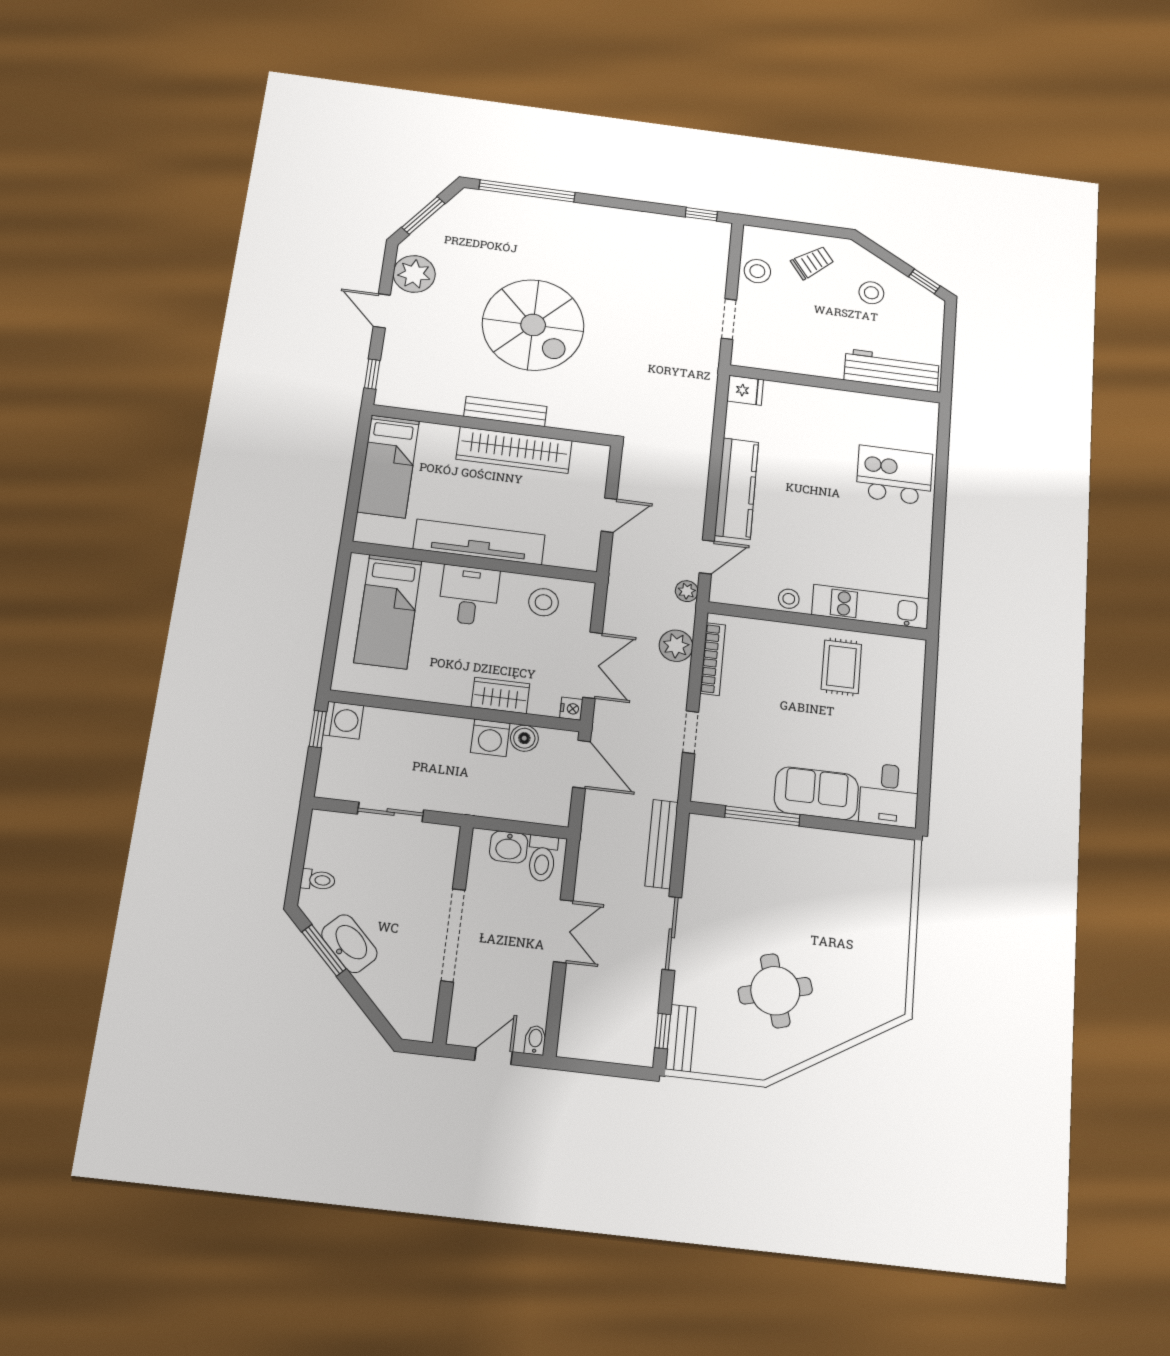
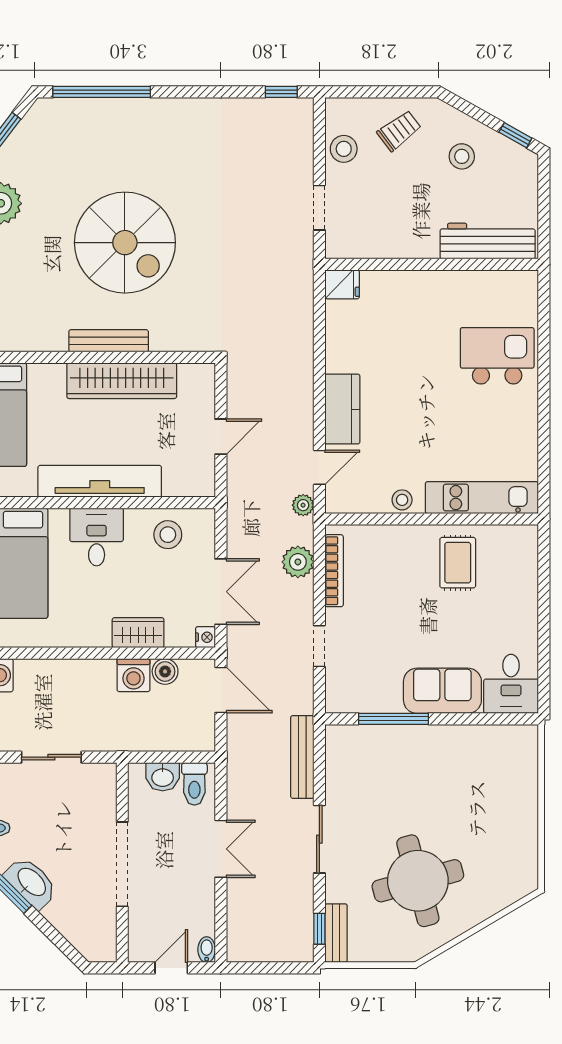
kitchen counter: (737, 489) -> (342, 409), width x0.67
round table: (775, 991) -> (418, 881), width x1.36, depth x1.36

